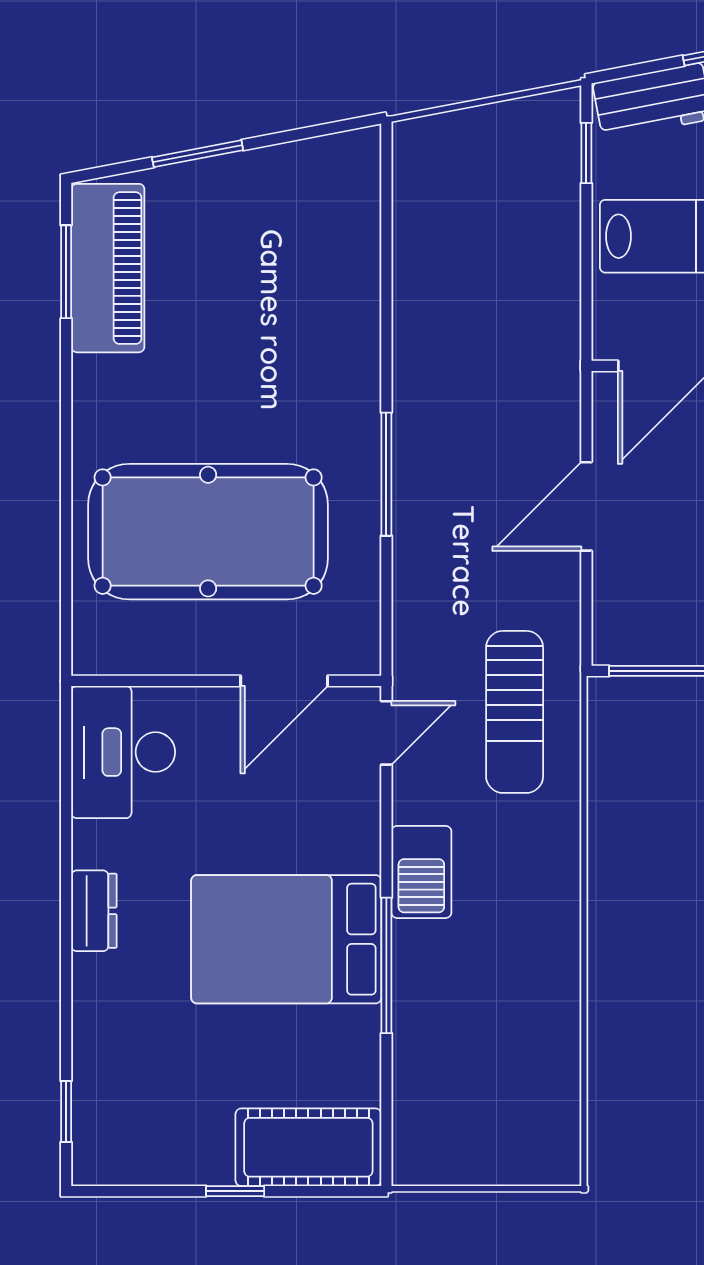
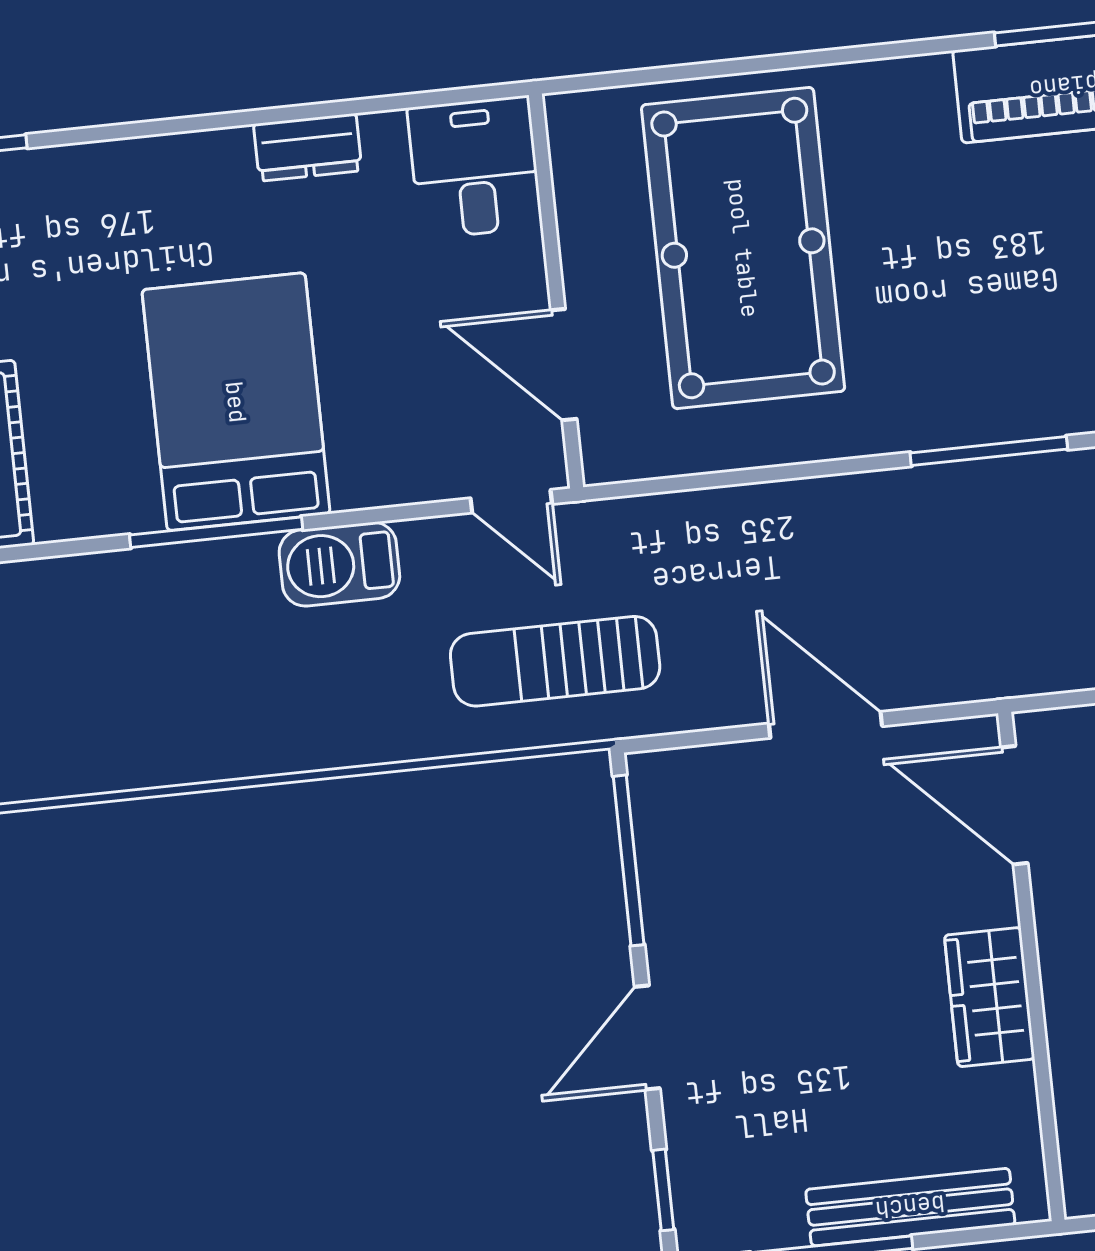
window: (386, 474) -> (989, 451), moved
desk: (123, 752) -> (475, 167), width x0.73
dresser: (94, 911) -> (308, 147), moved

